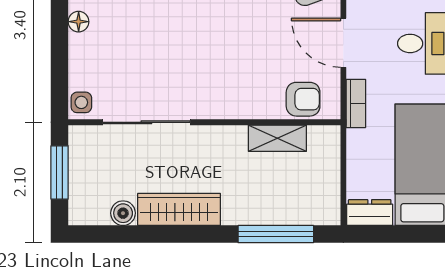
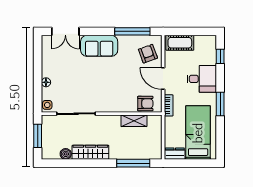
floor lamp: (79, 22) -> (46, 82), moved

